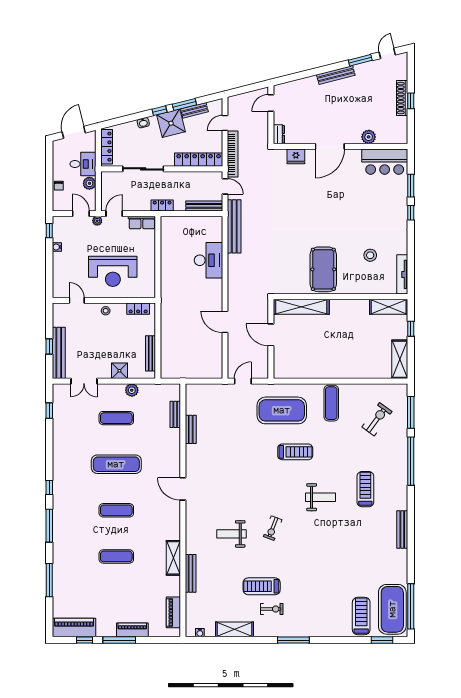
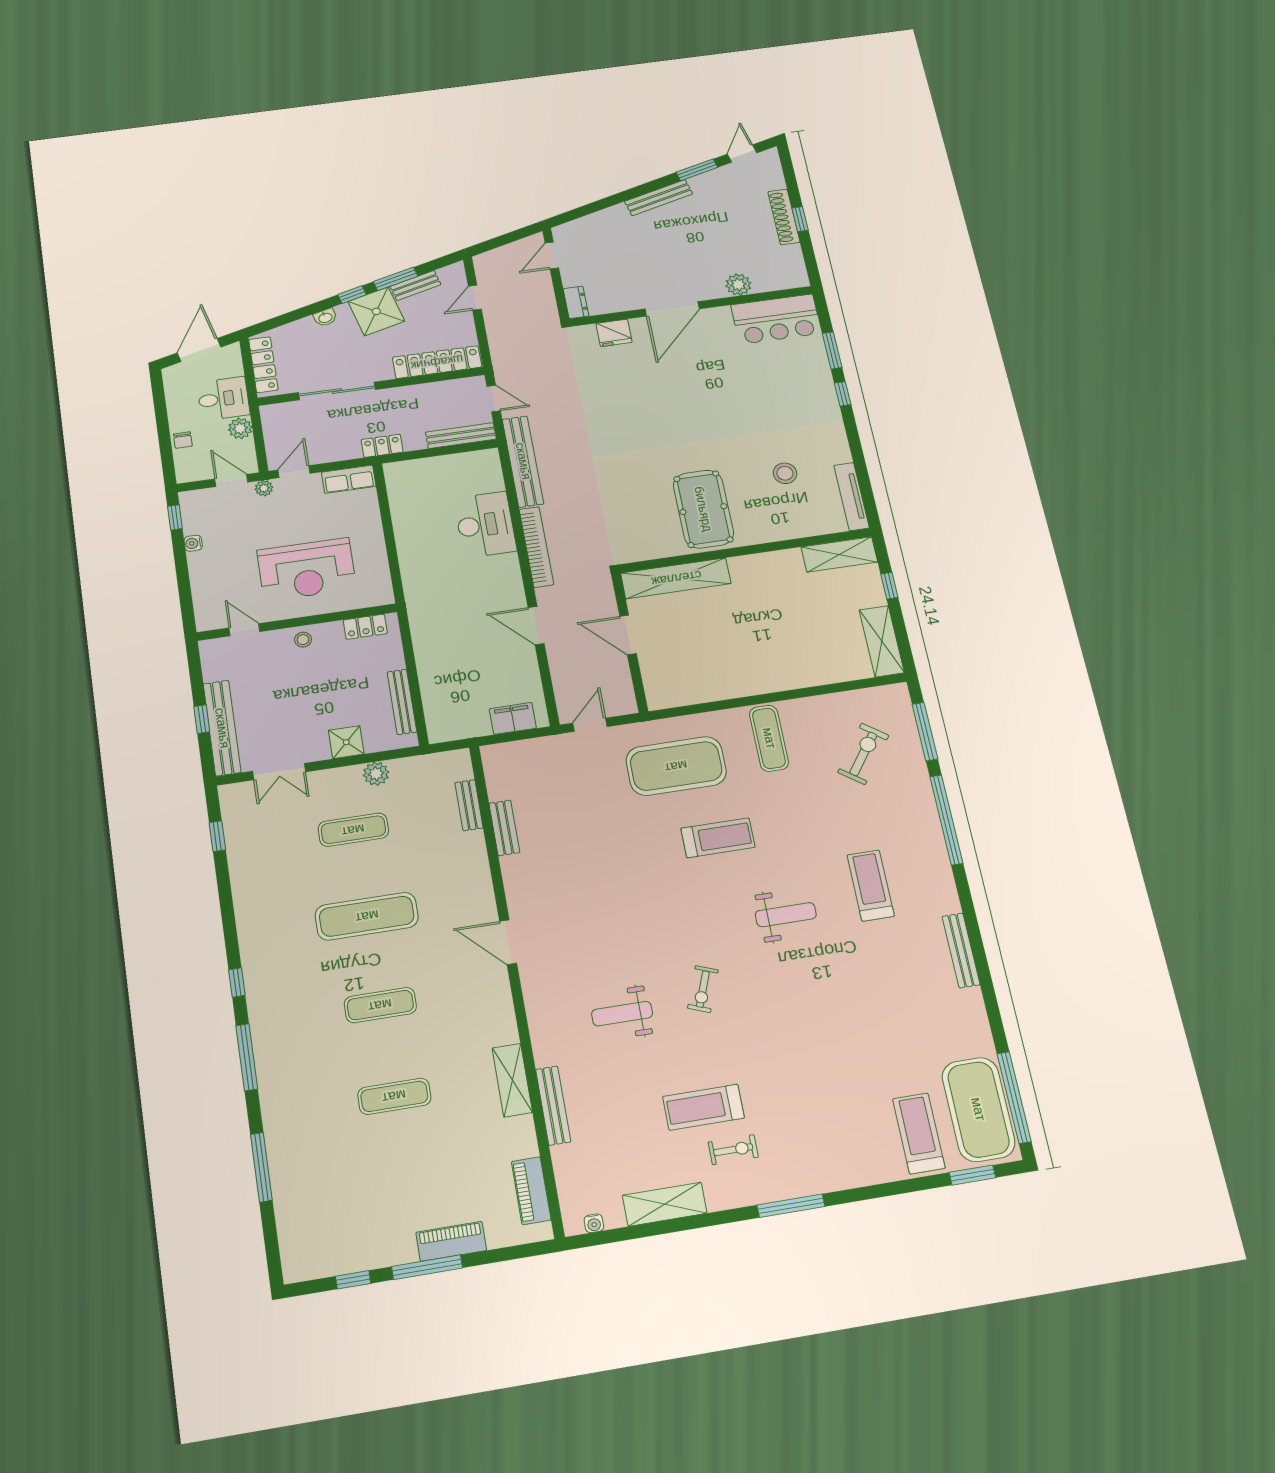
bookcase: (233, 154) -> (536, 547), moved
filing cabinet: (205, 371) -> (513, 718), added
piano: (74, 628) -> (327, 1257), removed

